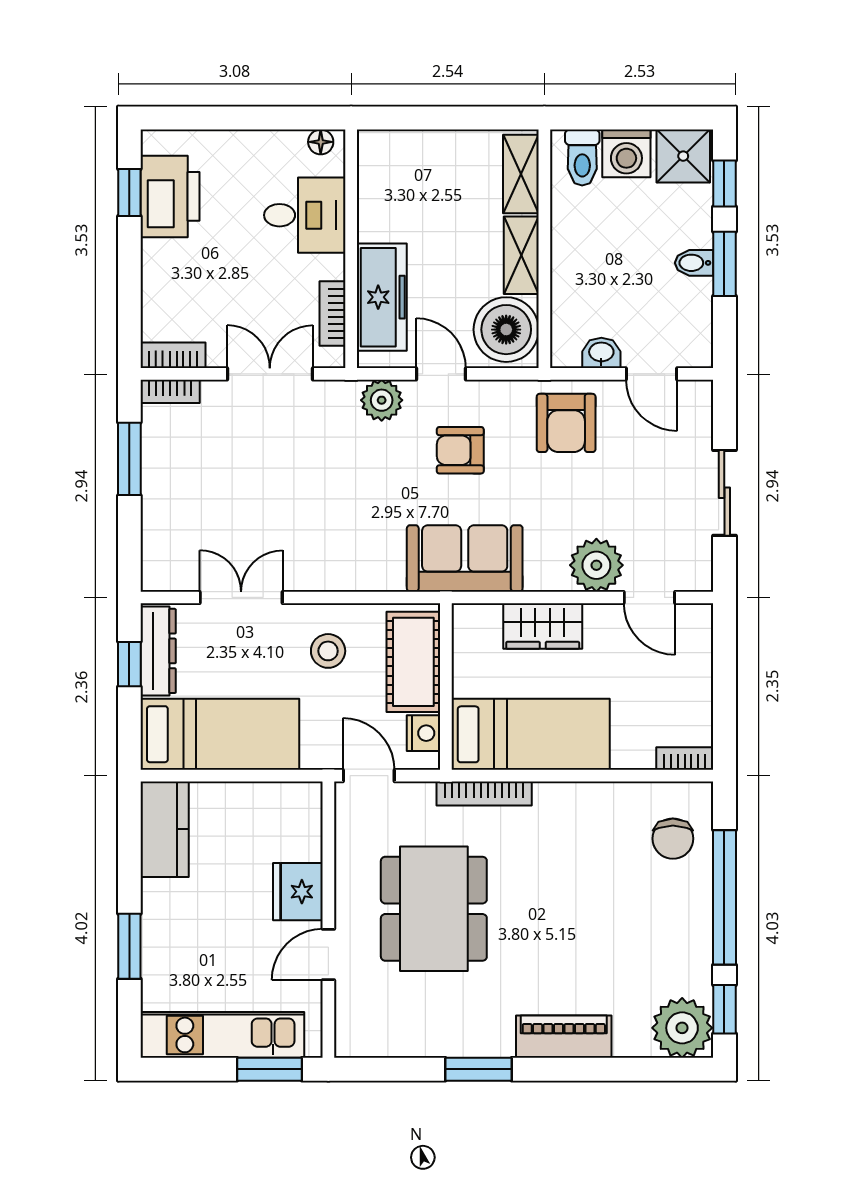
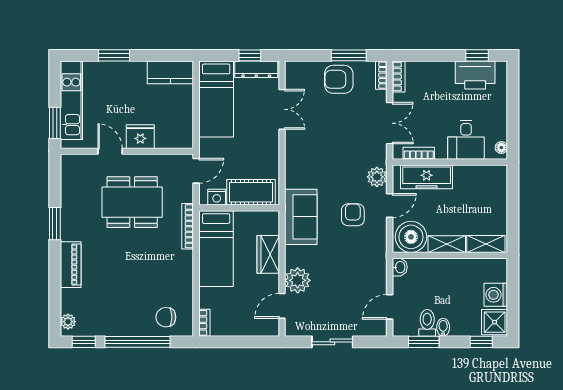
toilet: (582, 158) -> (427, 323), moved, turned 90
window: (724, 264) -> (424, 342), moved
washbasin: (601, 353) -> (400, 267), moved
armchair: (566, 423) -> (339, 79), moved
stool: (328, 651) -> (256, 151), removed
plant: (682, 1028) -> (68, 322), width x0.53, depth x0.53

